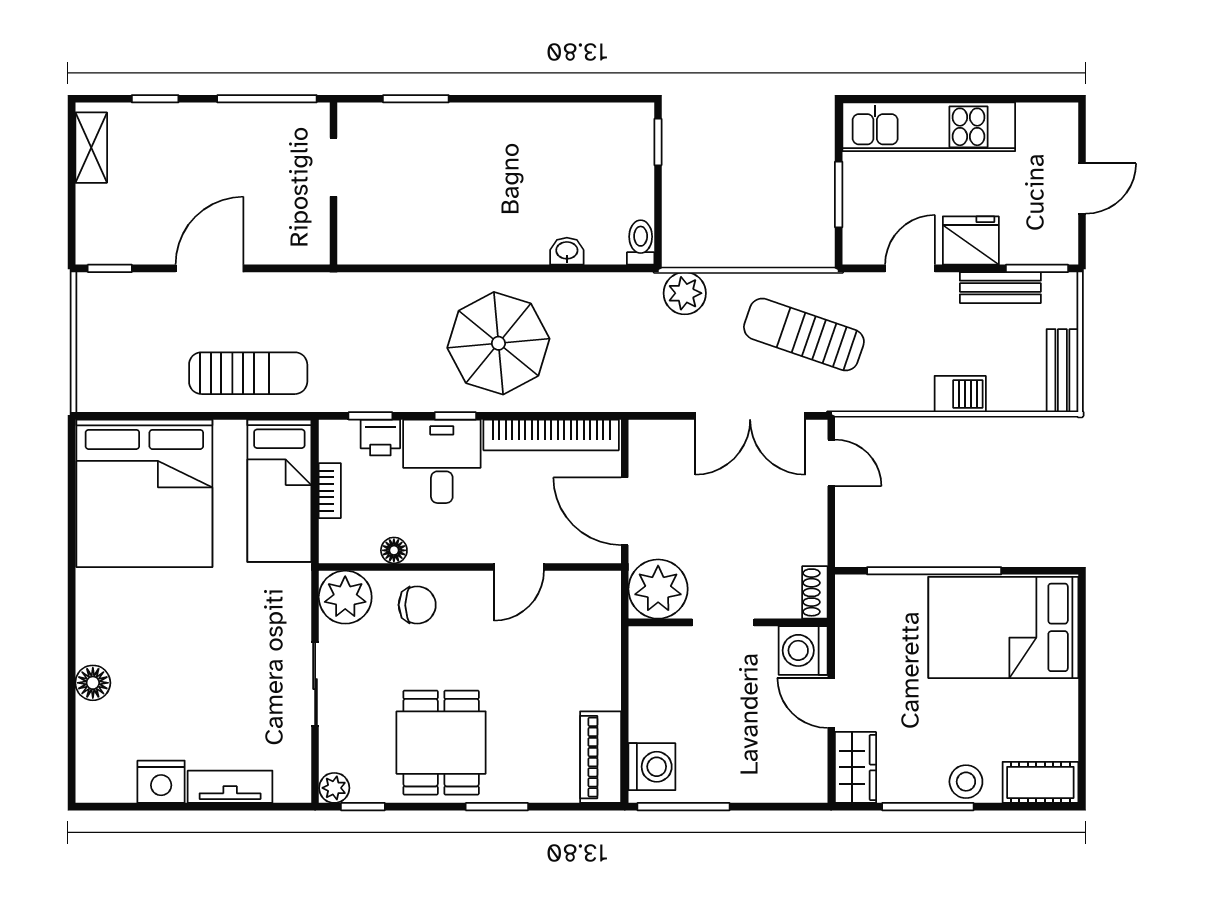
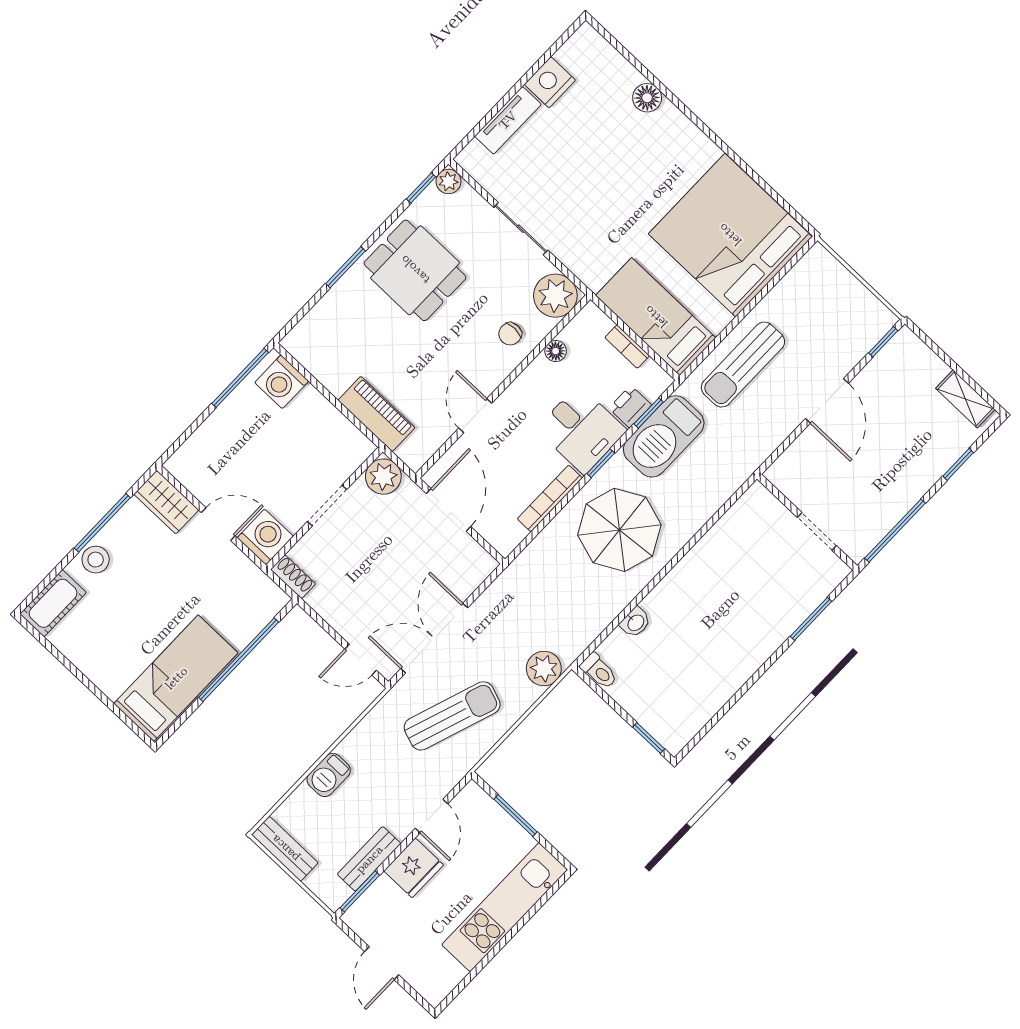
barbecue: (378, 383) -> (664, 436), added
bookcase: (551, 435) -> (550, 498), width x0.68, depth x0.76
door: (625, 511) -> (449, 510), hinge flipped
plant: (658, 589) -> (383, 477), width x0.73, depth x0.73
chair: (417, 605) -> (510, 334), width x0.73, depth x0.73
bed: (1003, 627) -> (176, 678), width x0.67
piano: (601, 757) -> (376, 414), moved

